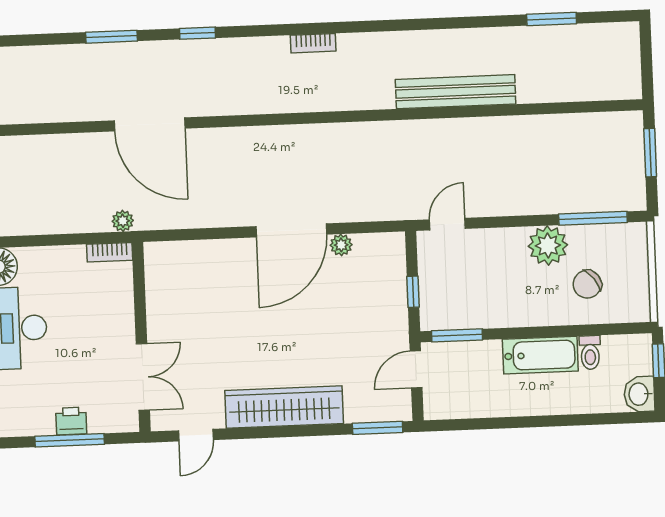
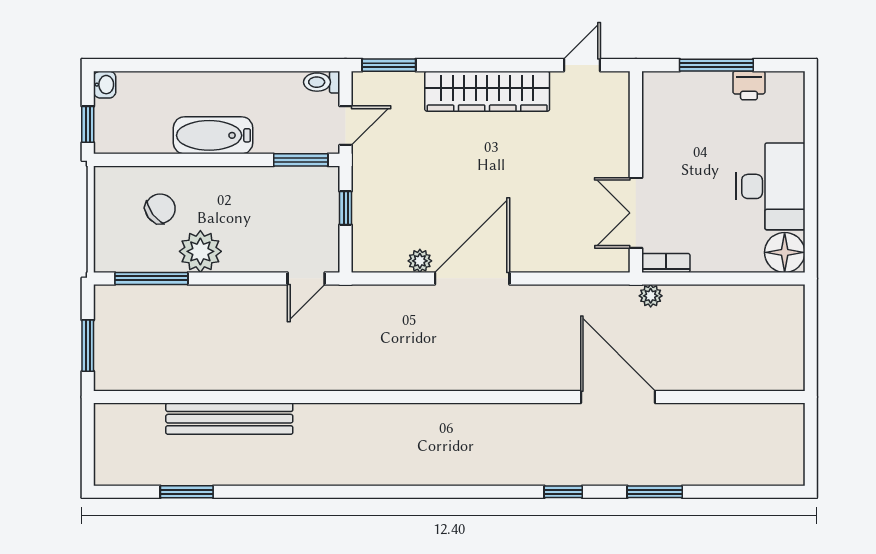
bookcase: (313, 43) -> (441, 476), removed
bench: (456, 92) -> (229, 419), moved
toilet: (590, 353) -> (322, 82), moved, turned -90
double door: (143, 377) -> (636, 213), moved
washbasin: (639, 394) -> (105, 85), width x0.72, depth x0.69
printer: (71, 421) -> (749, 85), moved

